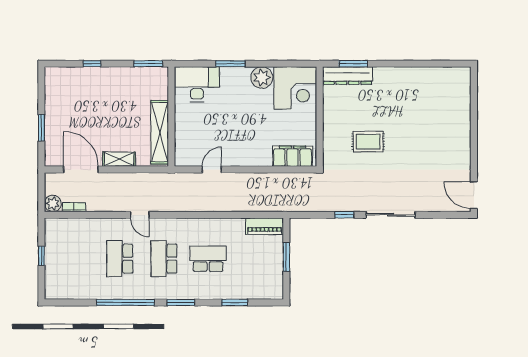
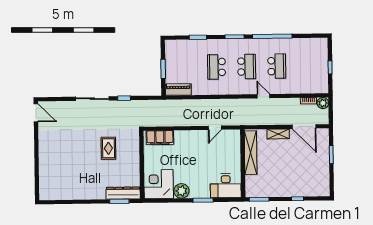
rug: (368, 142) -> (108, 148), turned 90
school desk: (208, 259) -> (216, 67), turned 90

